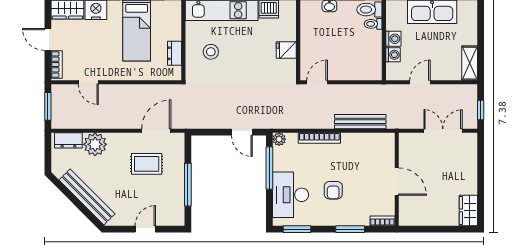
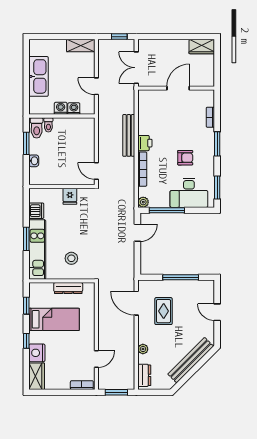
door: (48, 39) -> (61, 392), removed
dresser: (175, 53) -> (68, 288), width x1.44
printer: (351, 141) -> (145, 143), added
plant: (95, 144) -> (143, 349), width x0.53, depth x0.53
wall: (397, 179) -> (176, 88), moved
door: (397, 182) -> (178, 88), moved

